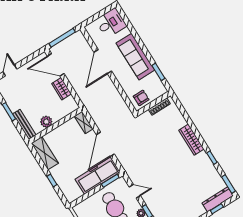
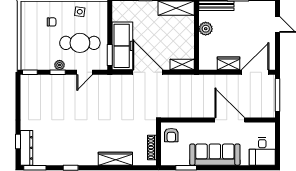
wardrobe: (191, 140) -> (115, 159), moved

